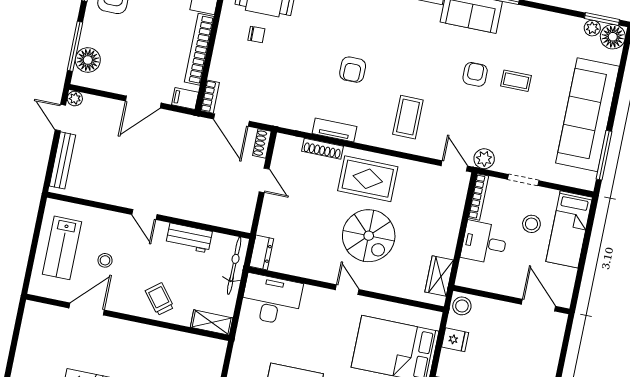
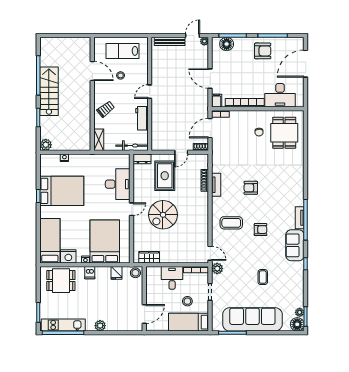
armchair: (475, 74) -> (261, 230), moved
door: (454, 166) -> (210, 253), hinge flipped
rug: (368, 179) -> (165, 176), moved
desk: (271, 300) -> (118, 184), moved

